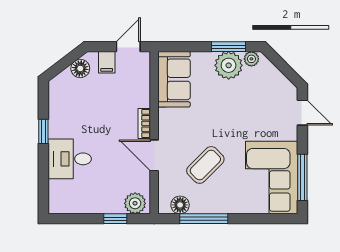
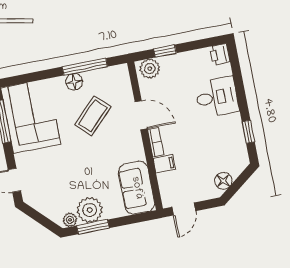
filing cabinet: (107, 62) -> (164, 164), moved, turned 90
window: (43, 131) -> (248, 132), moved
printer: (58, 204) -> (220, 54), added
floor lamp: (180, 205) -> (74, 82), moved

